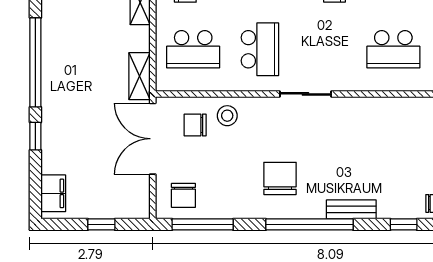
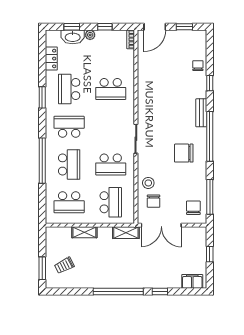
school desk: (260, 49) -> (111, 164), turned 180
school desk: (393, 49) -> (111, 89), turned 90
chair: (183, 195) -> (193, 208), turned -90

